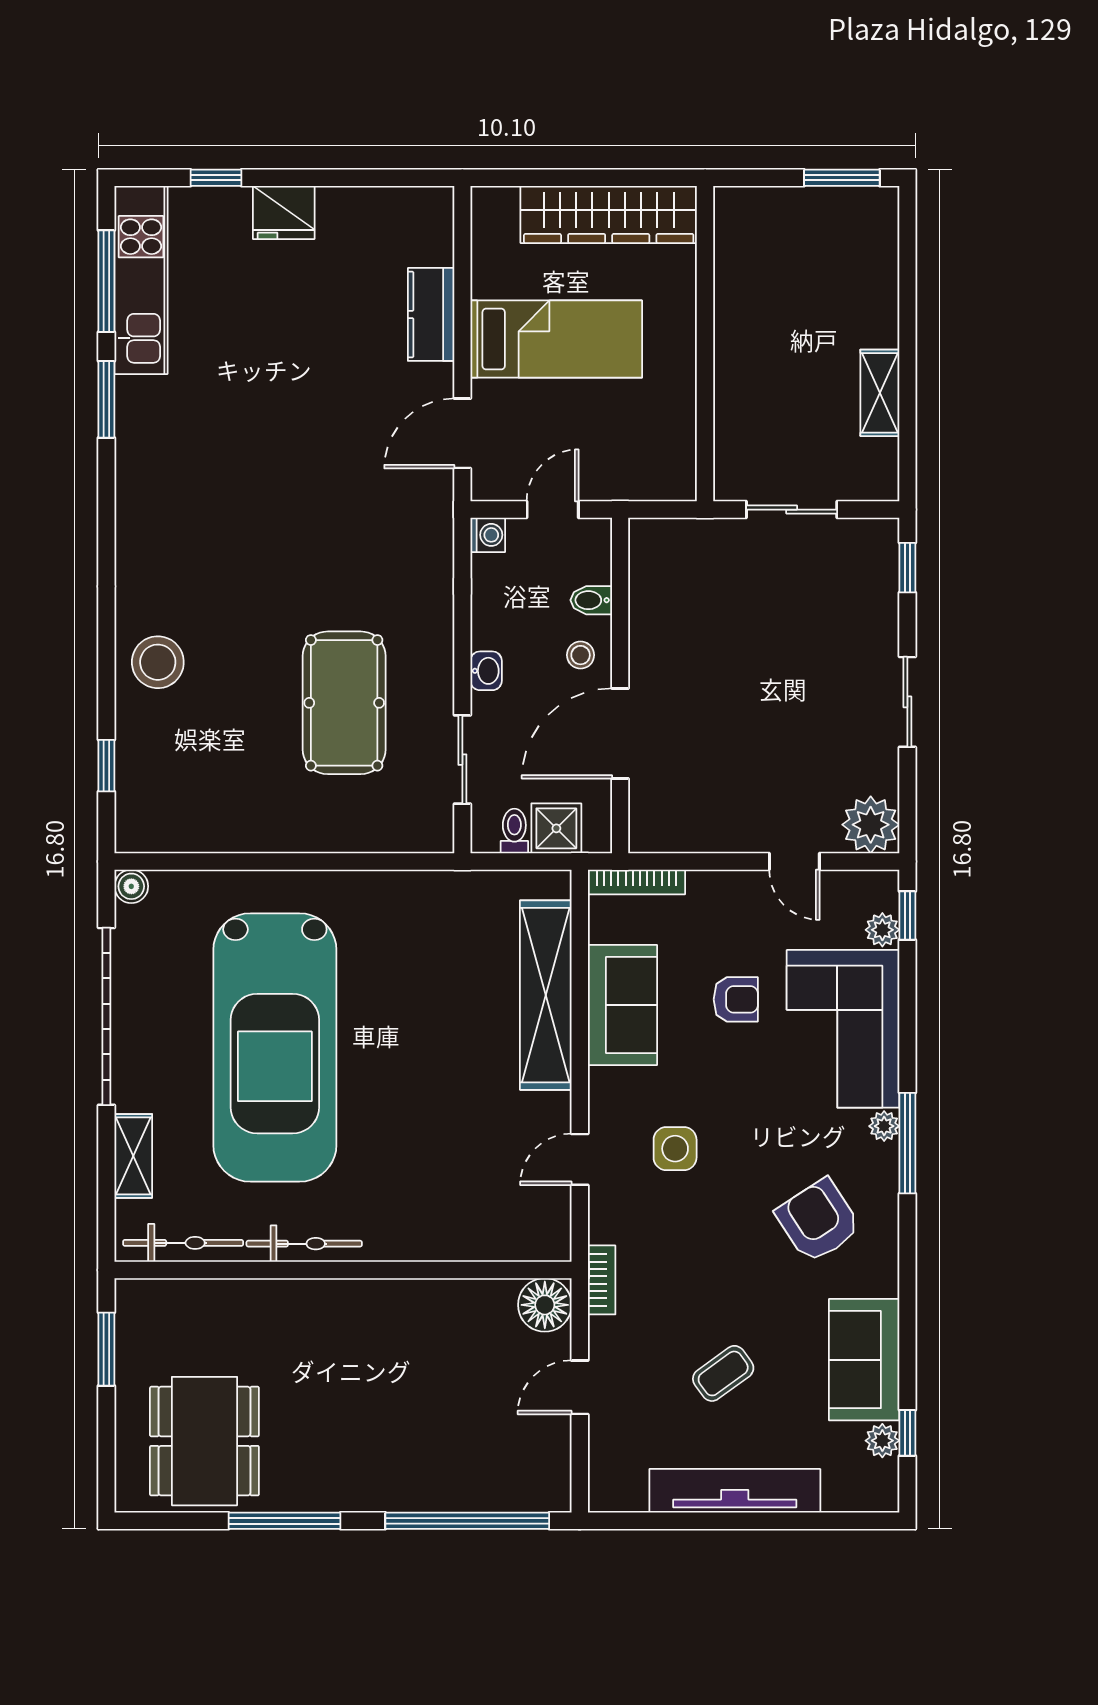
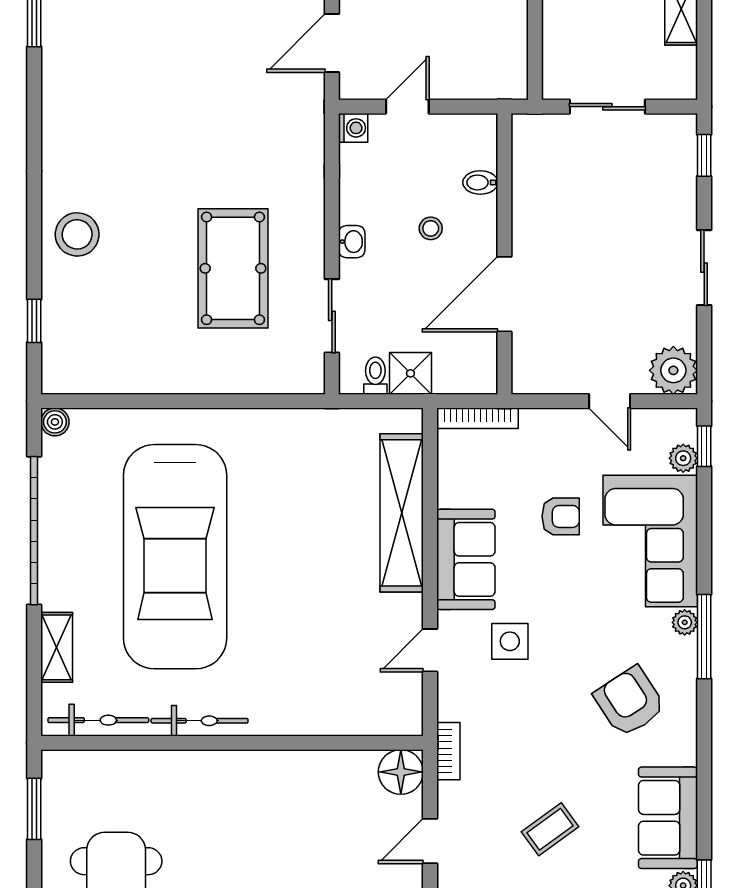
bidet: (591, 600) -> (480, 182), moved
wall: (620, 685) -> (504, 254), moved
door: (620, 734) -> (504, 294), moved
sofa: (623, 1005) -> (466, 559), moved

